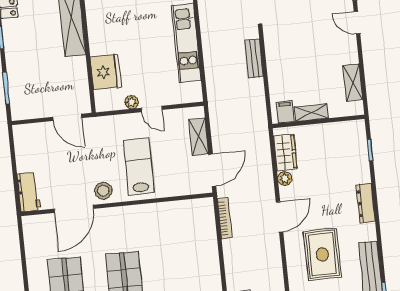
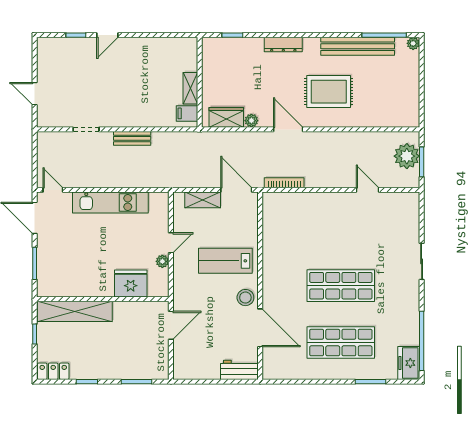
shelving: (353, 83) -> (165, 45), removed

